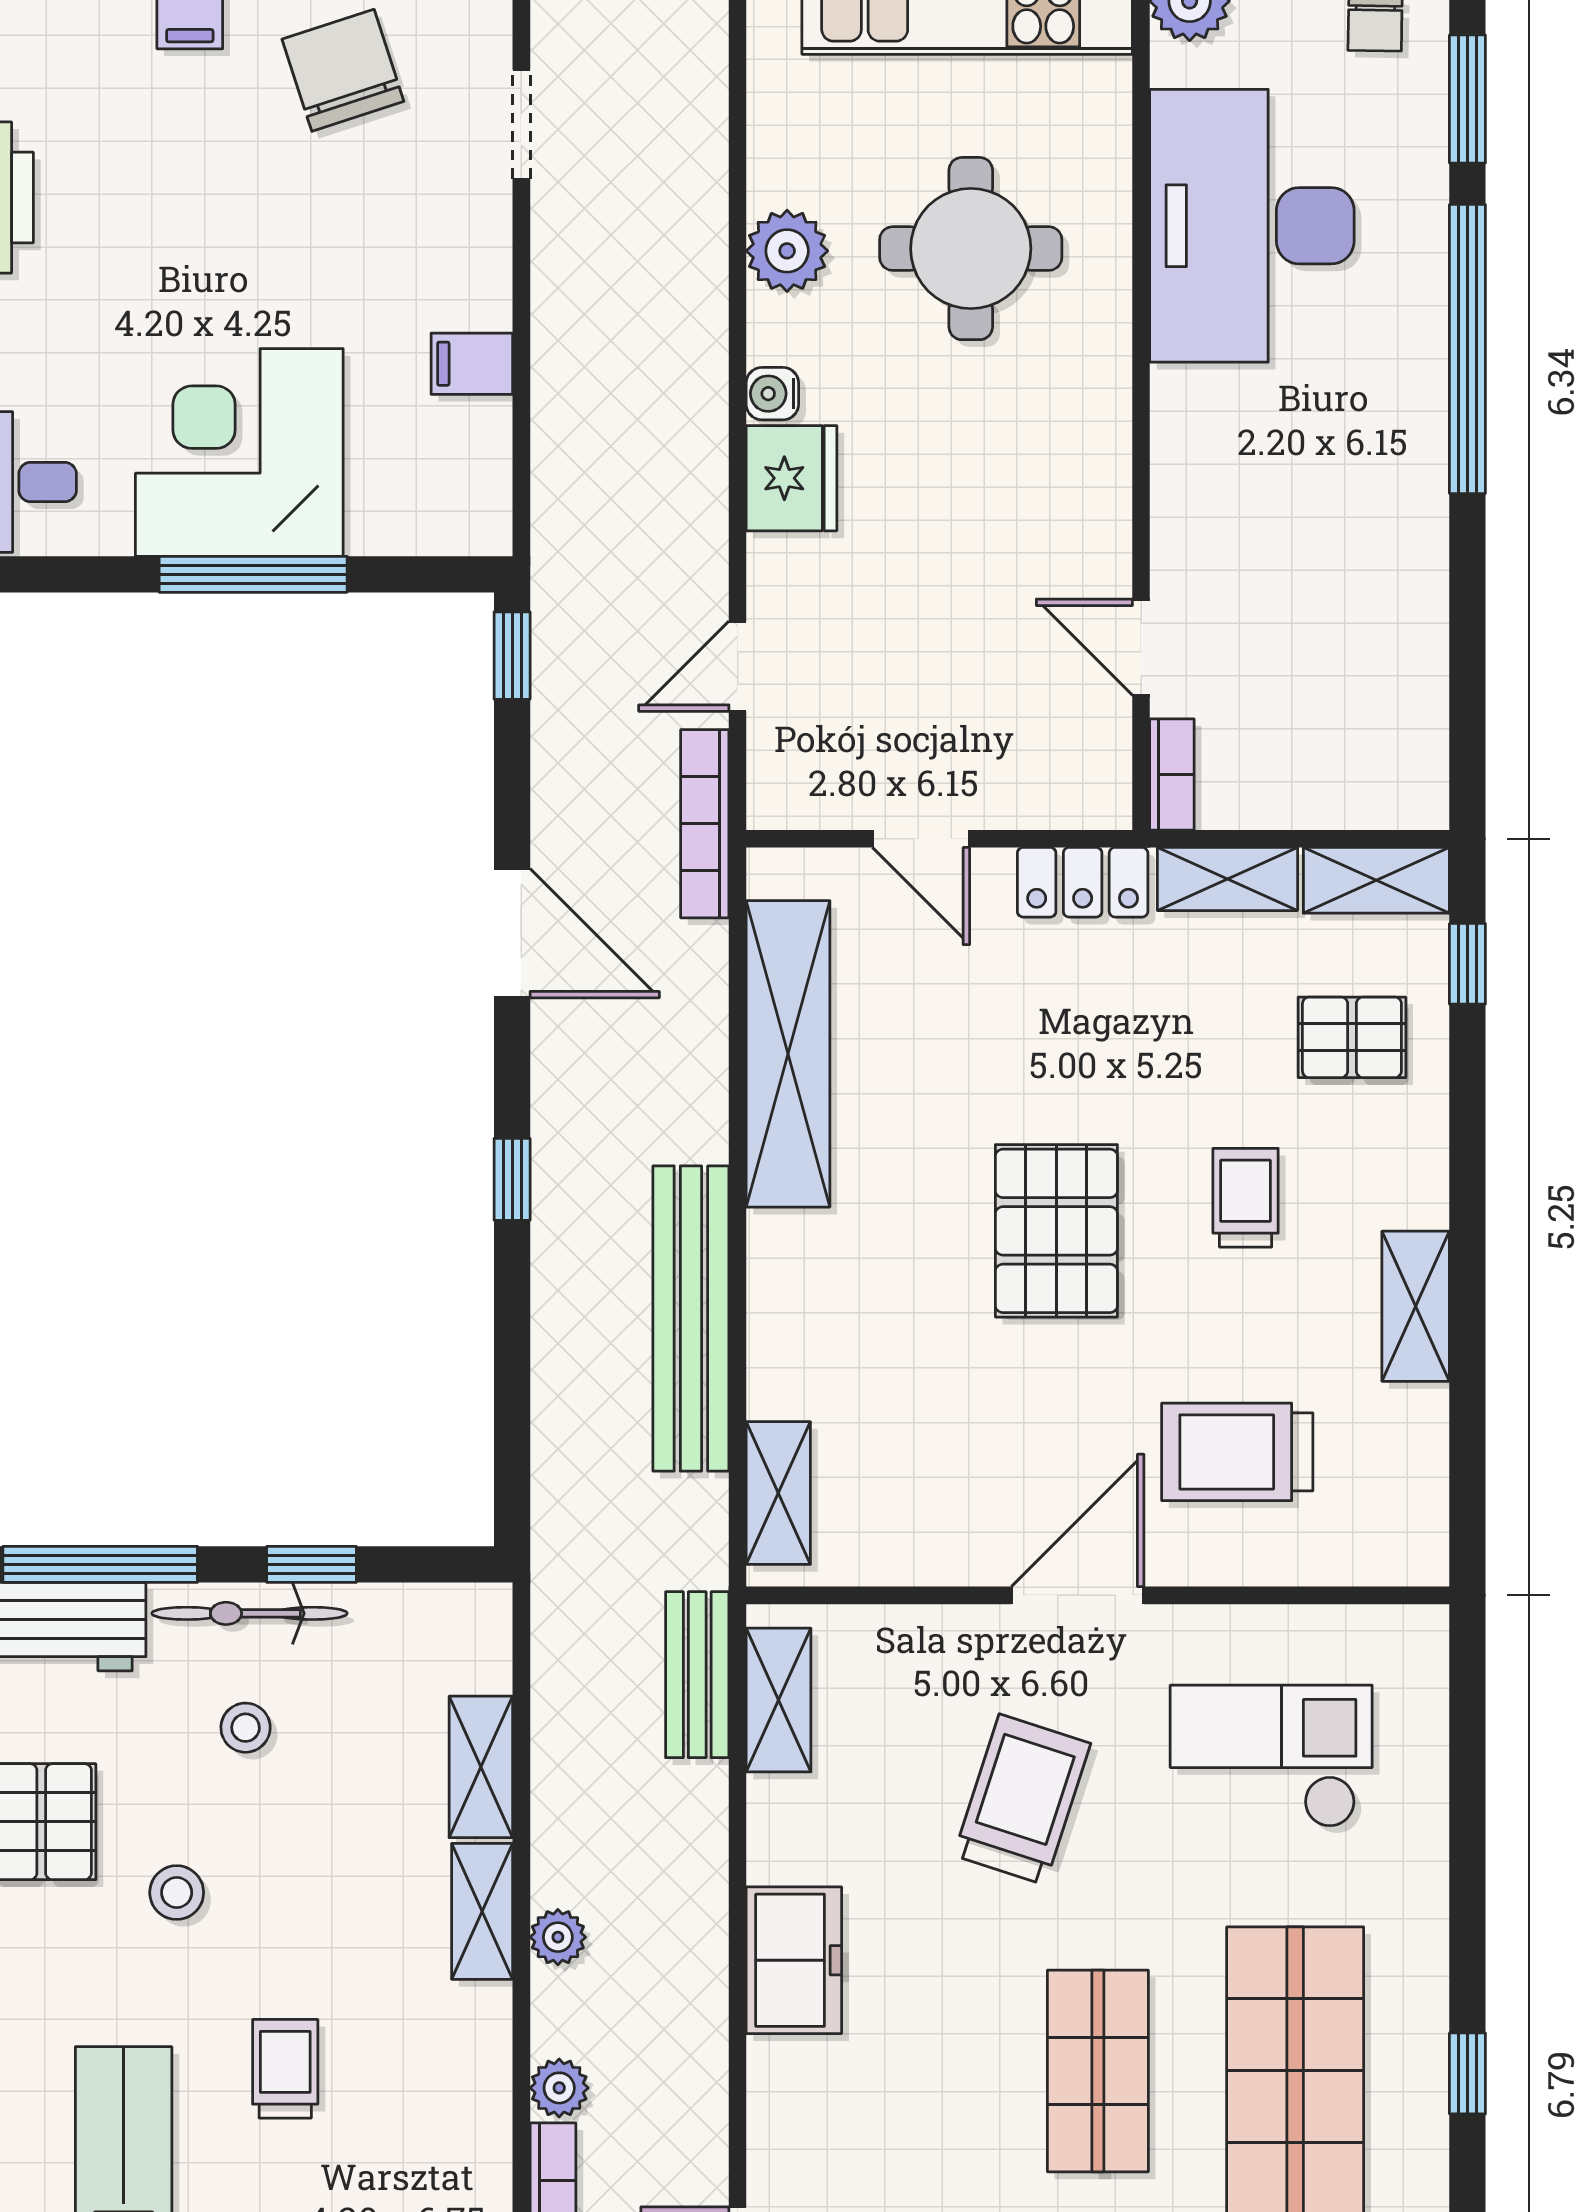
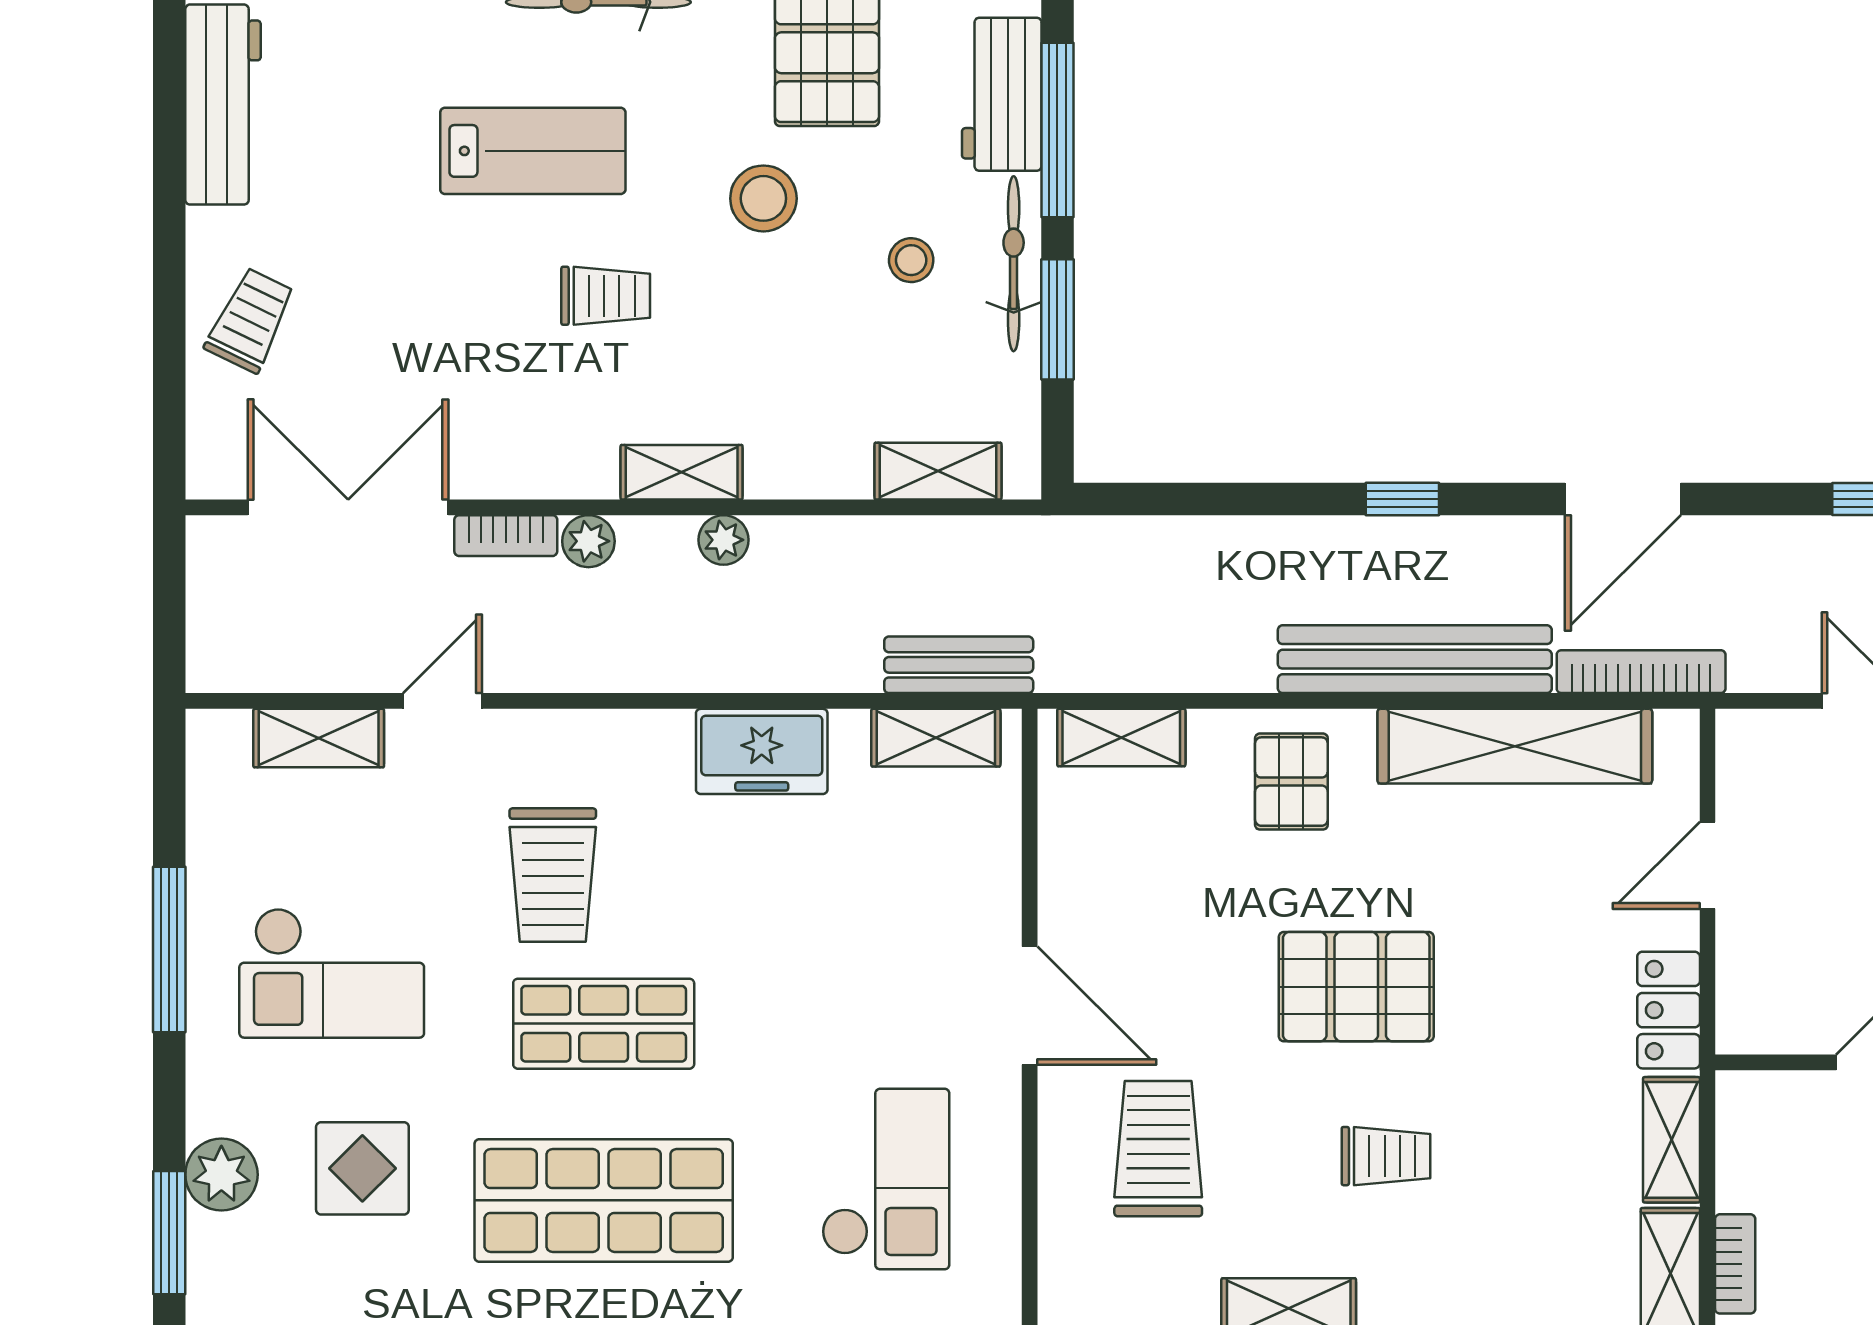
bookcase: (1172, 775) -> (1735, 1264), moved, turned -90
bookcase: (705, 824) -> (1641, 672), moved
pallet: (1352, 1037) -> (1291, 782), moved
bench: (691, 1318) -> (1415, 659), moved
window: (311, 1564) -> (1057, 319), width x1.50
shelving: (481, 1767) -> (938, 471), moved
trolley: (1022, 1799) -> (553, 875), moved, turned 72
stool: (177, 1893) -> (763, 198), width x1.37, depth x1.37
shelving: (482, 1911) -> (682, 472), moved
freezer: (794, 1960) -> (762, 751), moved

